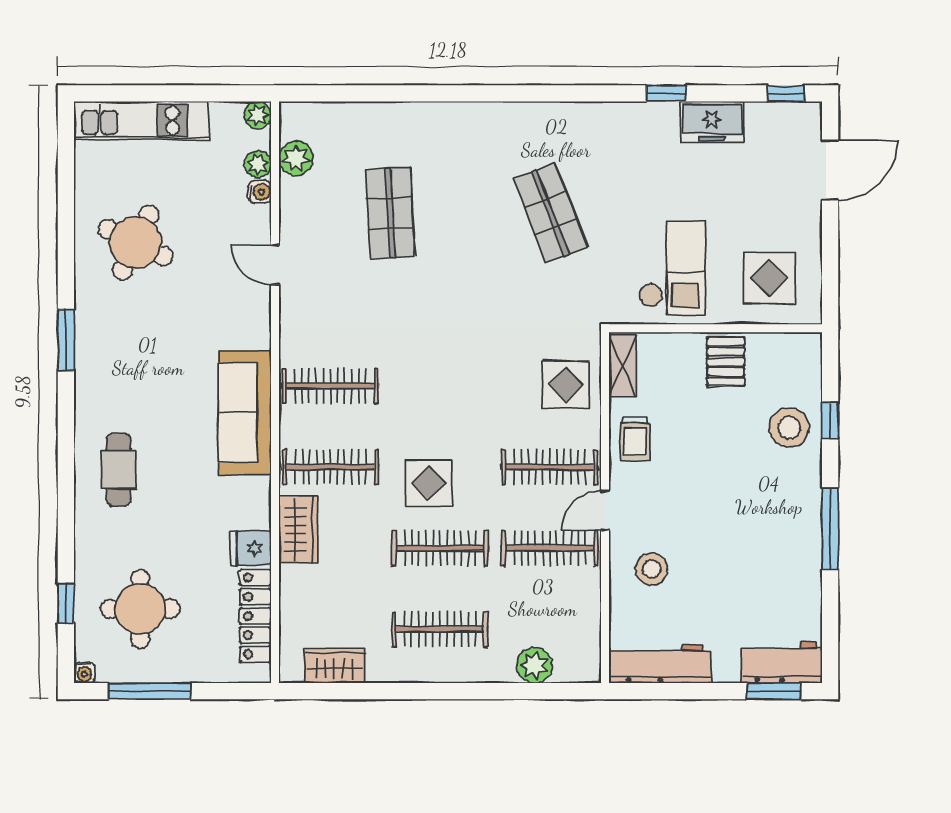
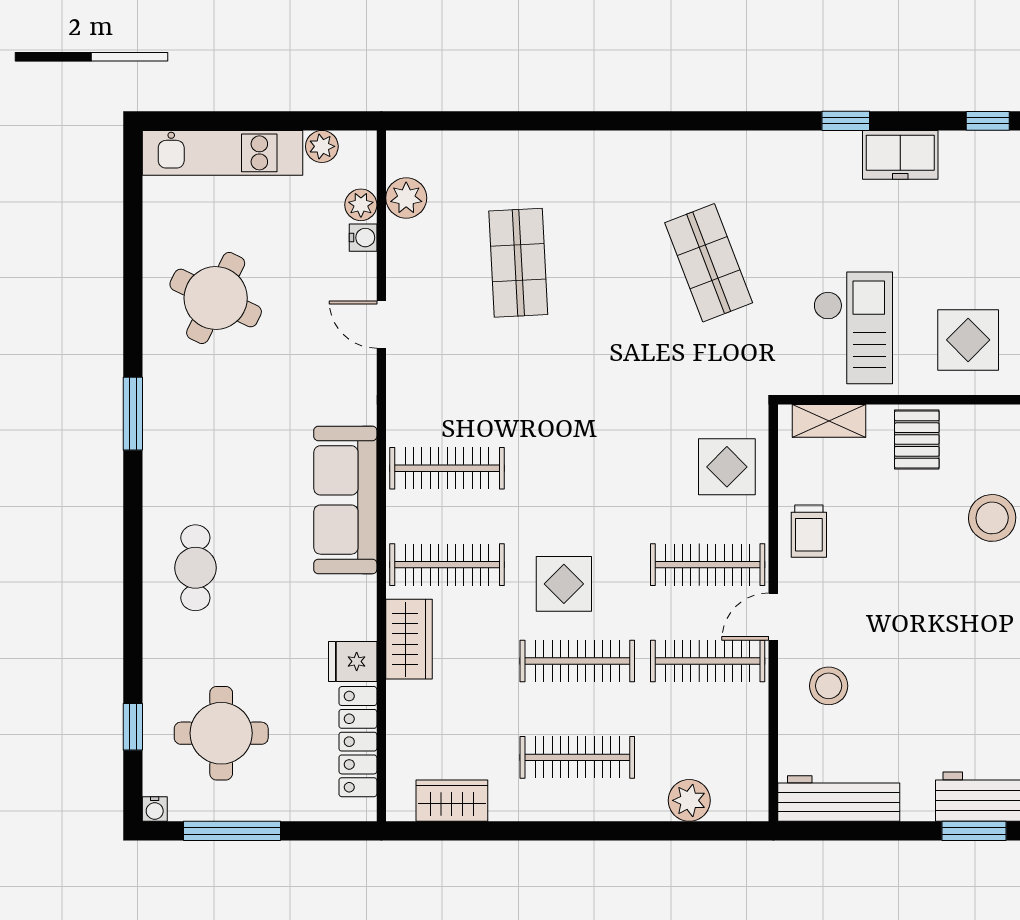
plant: (258, 115) -> (322, 146), moved
shelving: (623, 366) -> (829, 421), moved, turned 90

